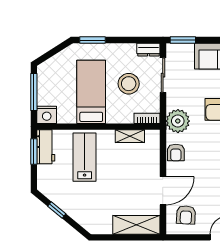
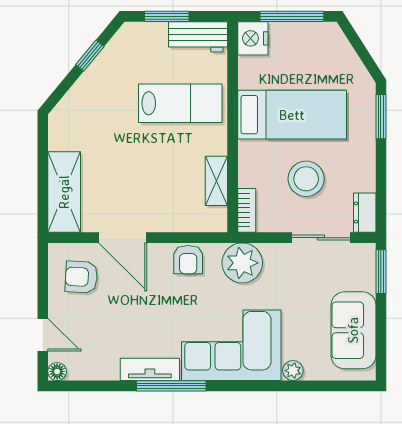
window: (34, 151) -> (167, 16), moved
armchair: (176, 153) -> (188, 260), turned -90

